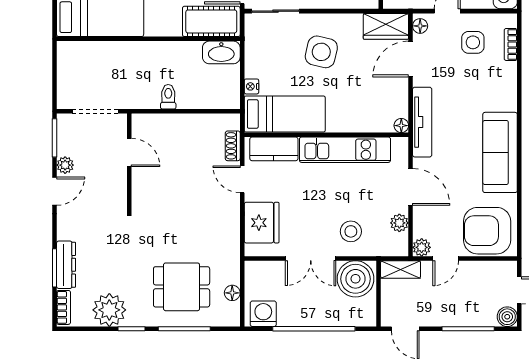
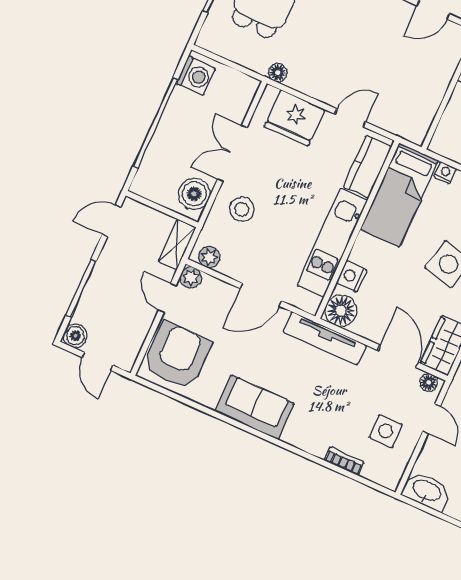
bookcase: (511, 44) -> (344, 461), moved
nightstand: (365, 123) -> (352, 276), added
floor lamp: (401, 126) -> (341, 311), width x1.89, depth x1.89
shoe rack: (233, 146) -> (390, 124), removed
sofa: (500, 152) -> (255, 407), width x0.73
plant: (399, 223) -> (209, 257), moved
boiler: (356, 279) -> (194, 194), width x0.73, depth x0.73
floor lamp: (232, 293) -> (278, 73), moved

